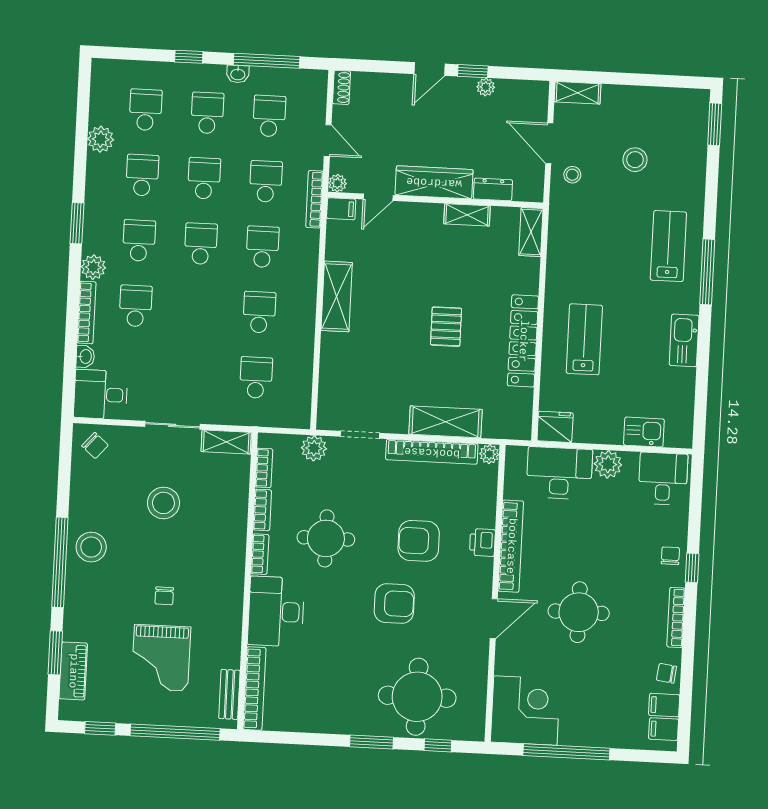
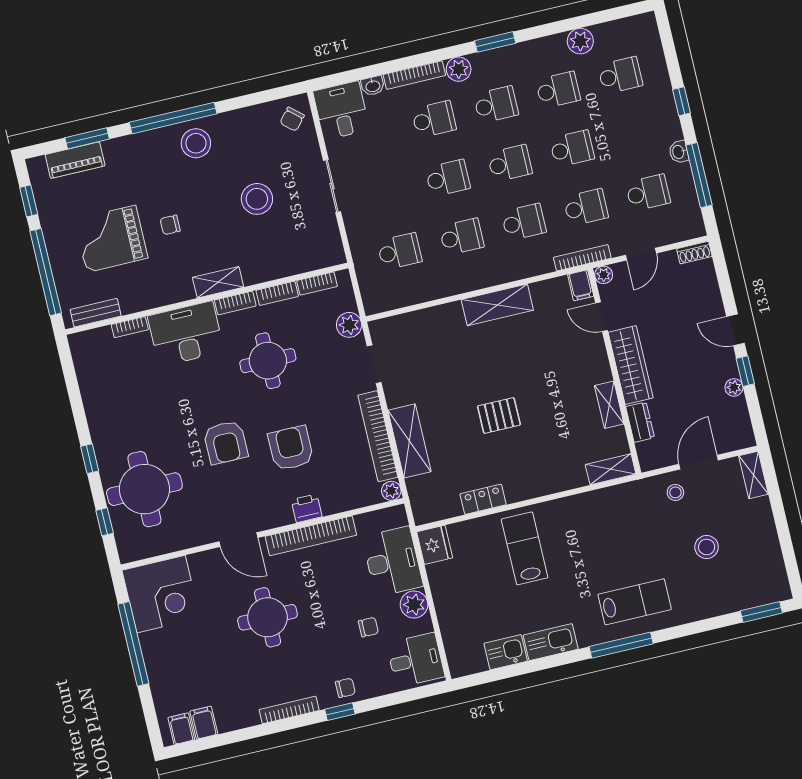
school desk: (207, 113) -> (448, 178), moved
lab bench: (584, 339) -> (525, 548), turned -90
locker: (523, 341) -> (483, 499), width x0.46, depth x0.83
kitchen sink: (644, 432) -> (506, 652), moved, turned -90
shelving: (226, 442) -> (218, 282), moved, turned 90
chair: (667, 673) -> (368, 627), moved, turned 83
bookcase: (254, 689) -> (130, 327), width x0.43, depth x0.76
window: (371, 742) -> (90, 459), width x0.67

